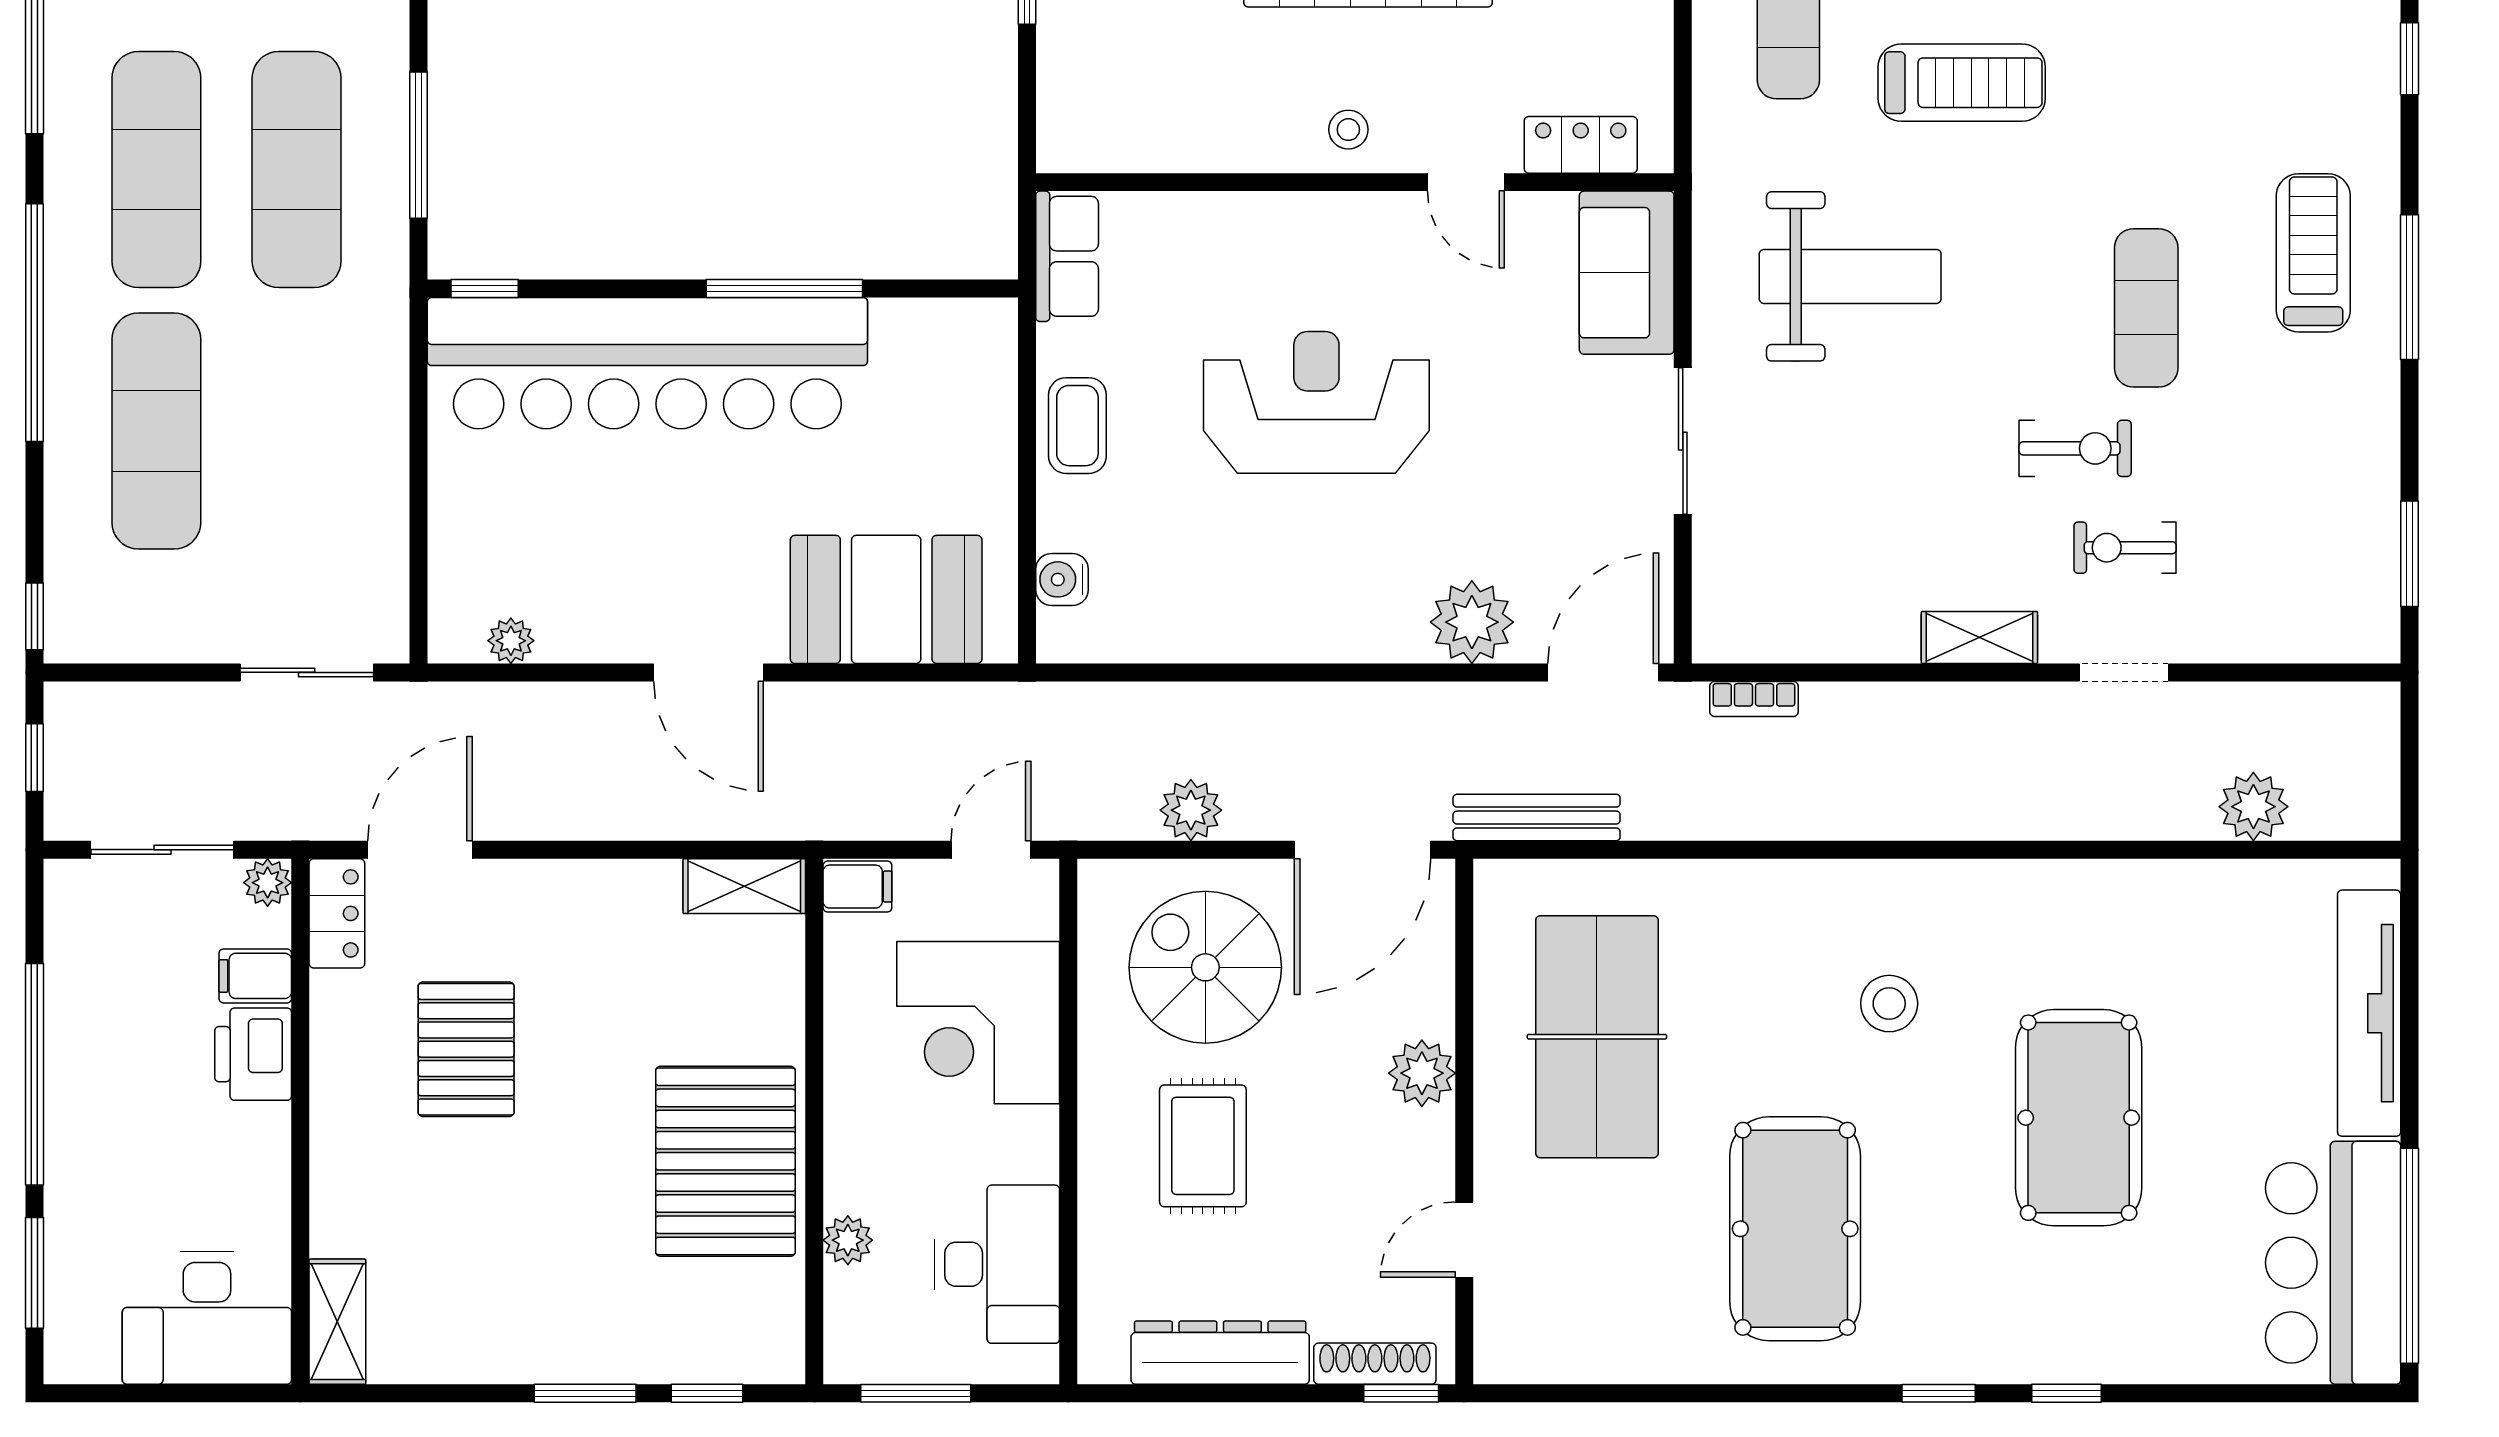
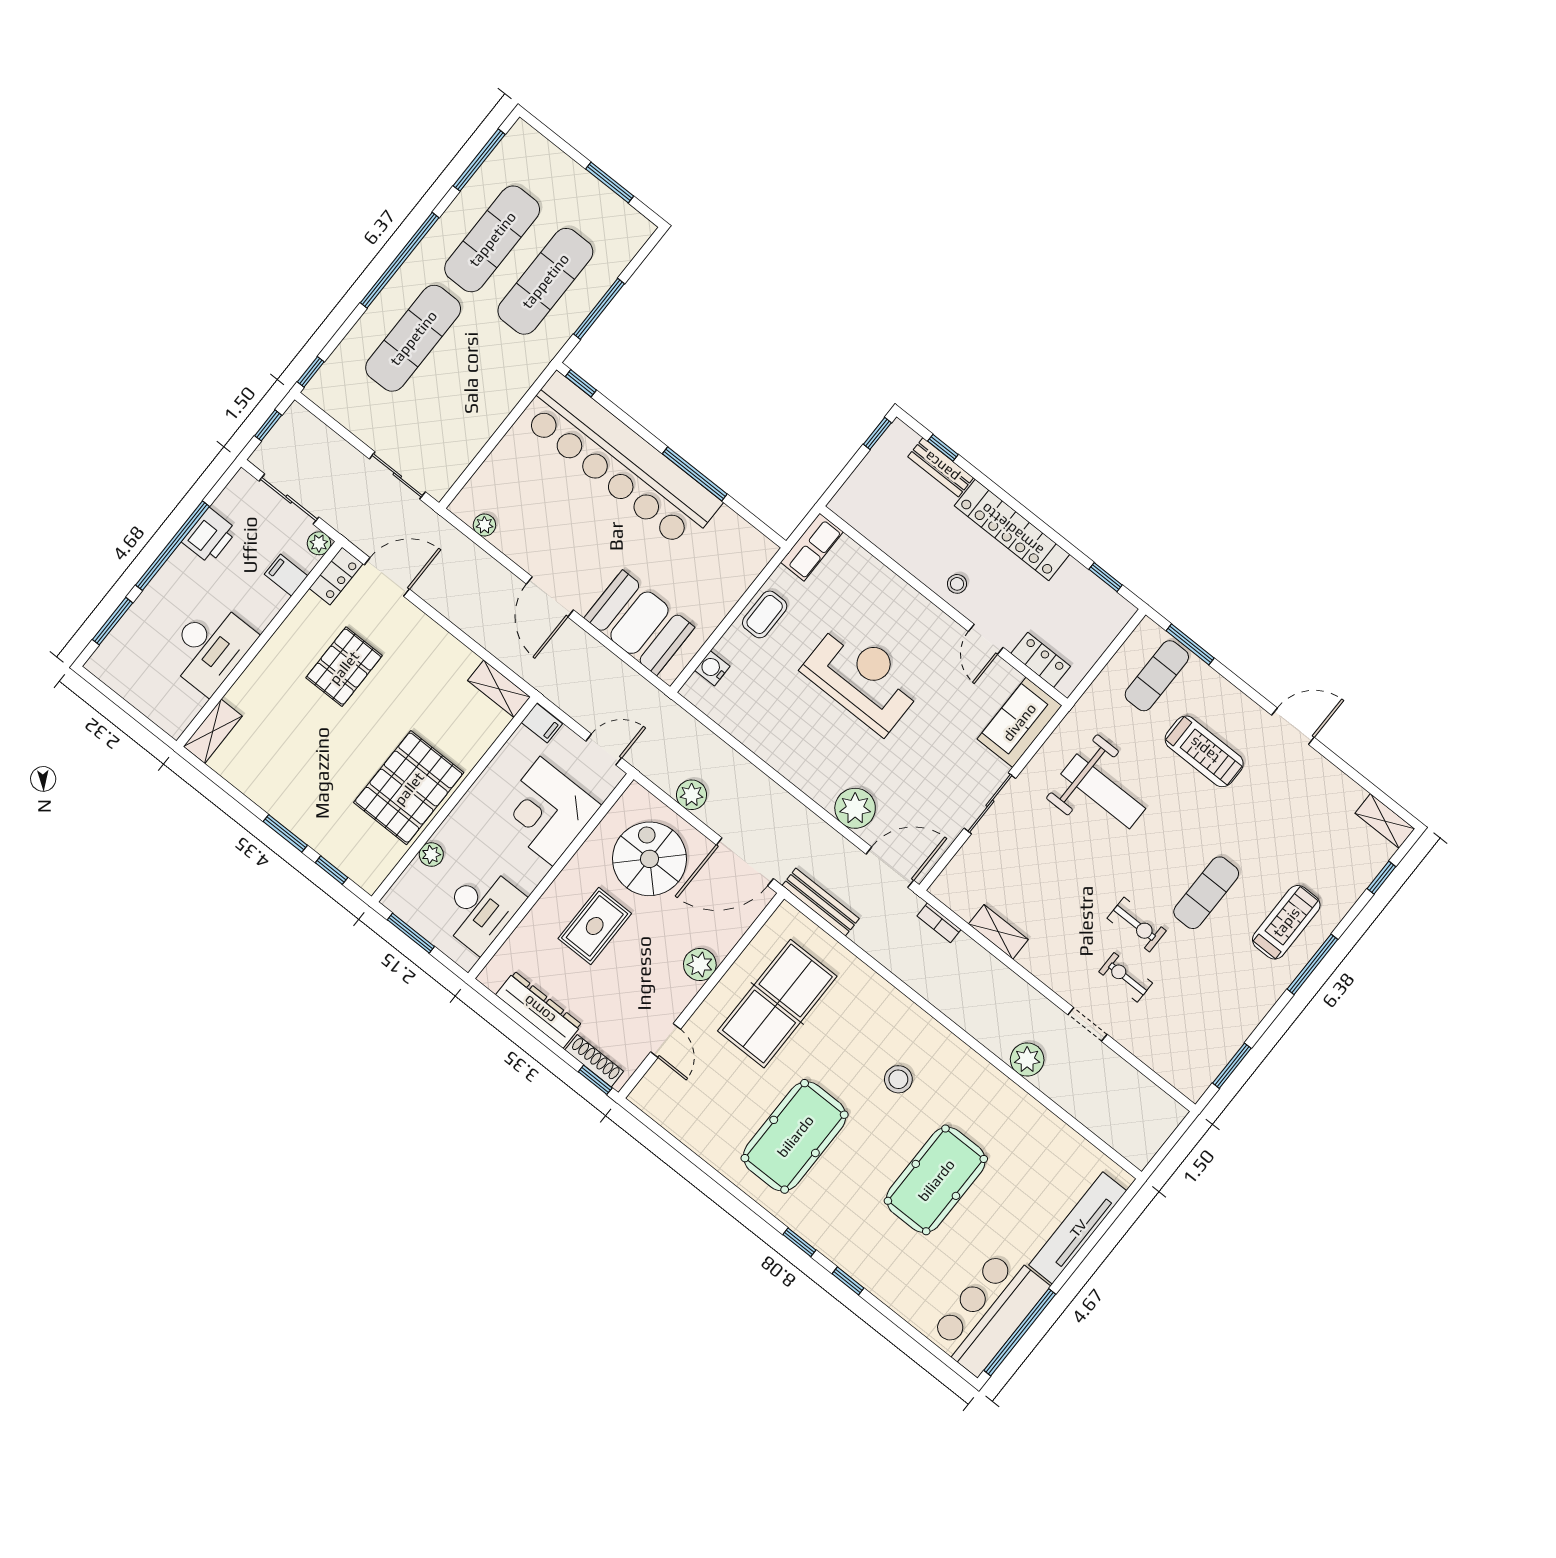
shelving: (1979, 638) -> (998, 932), moved
plant: (2253, 807) -> (1027, 1060), moved
printer: (253, 1054) -> (210, 536), moved, turned 180
door: (1464, 1240) -> (666, 1041), swing flipped
desk: (207, 1318) -> (210, 647), moved, turned -90

